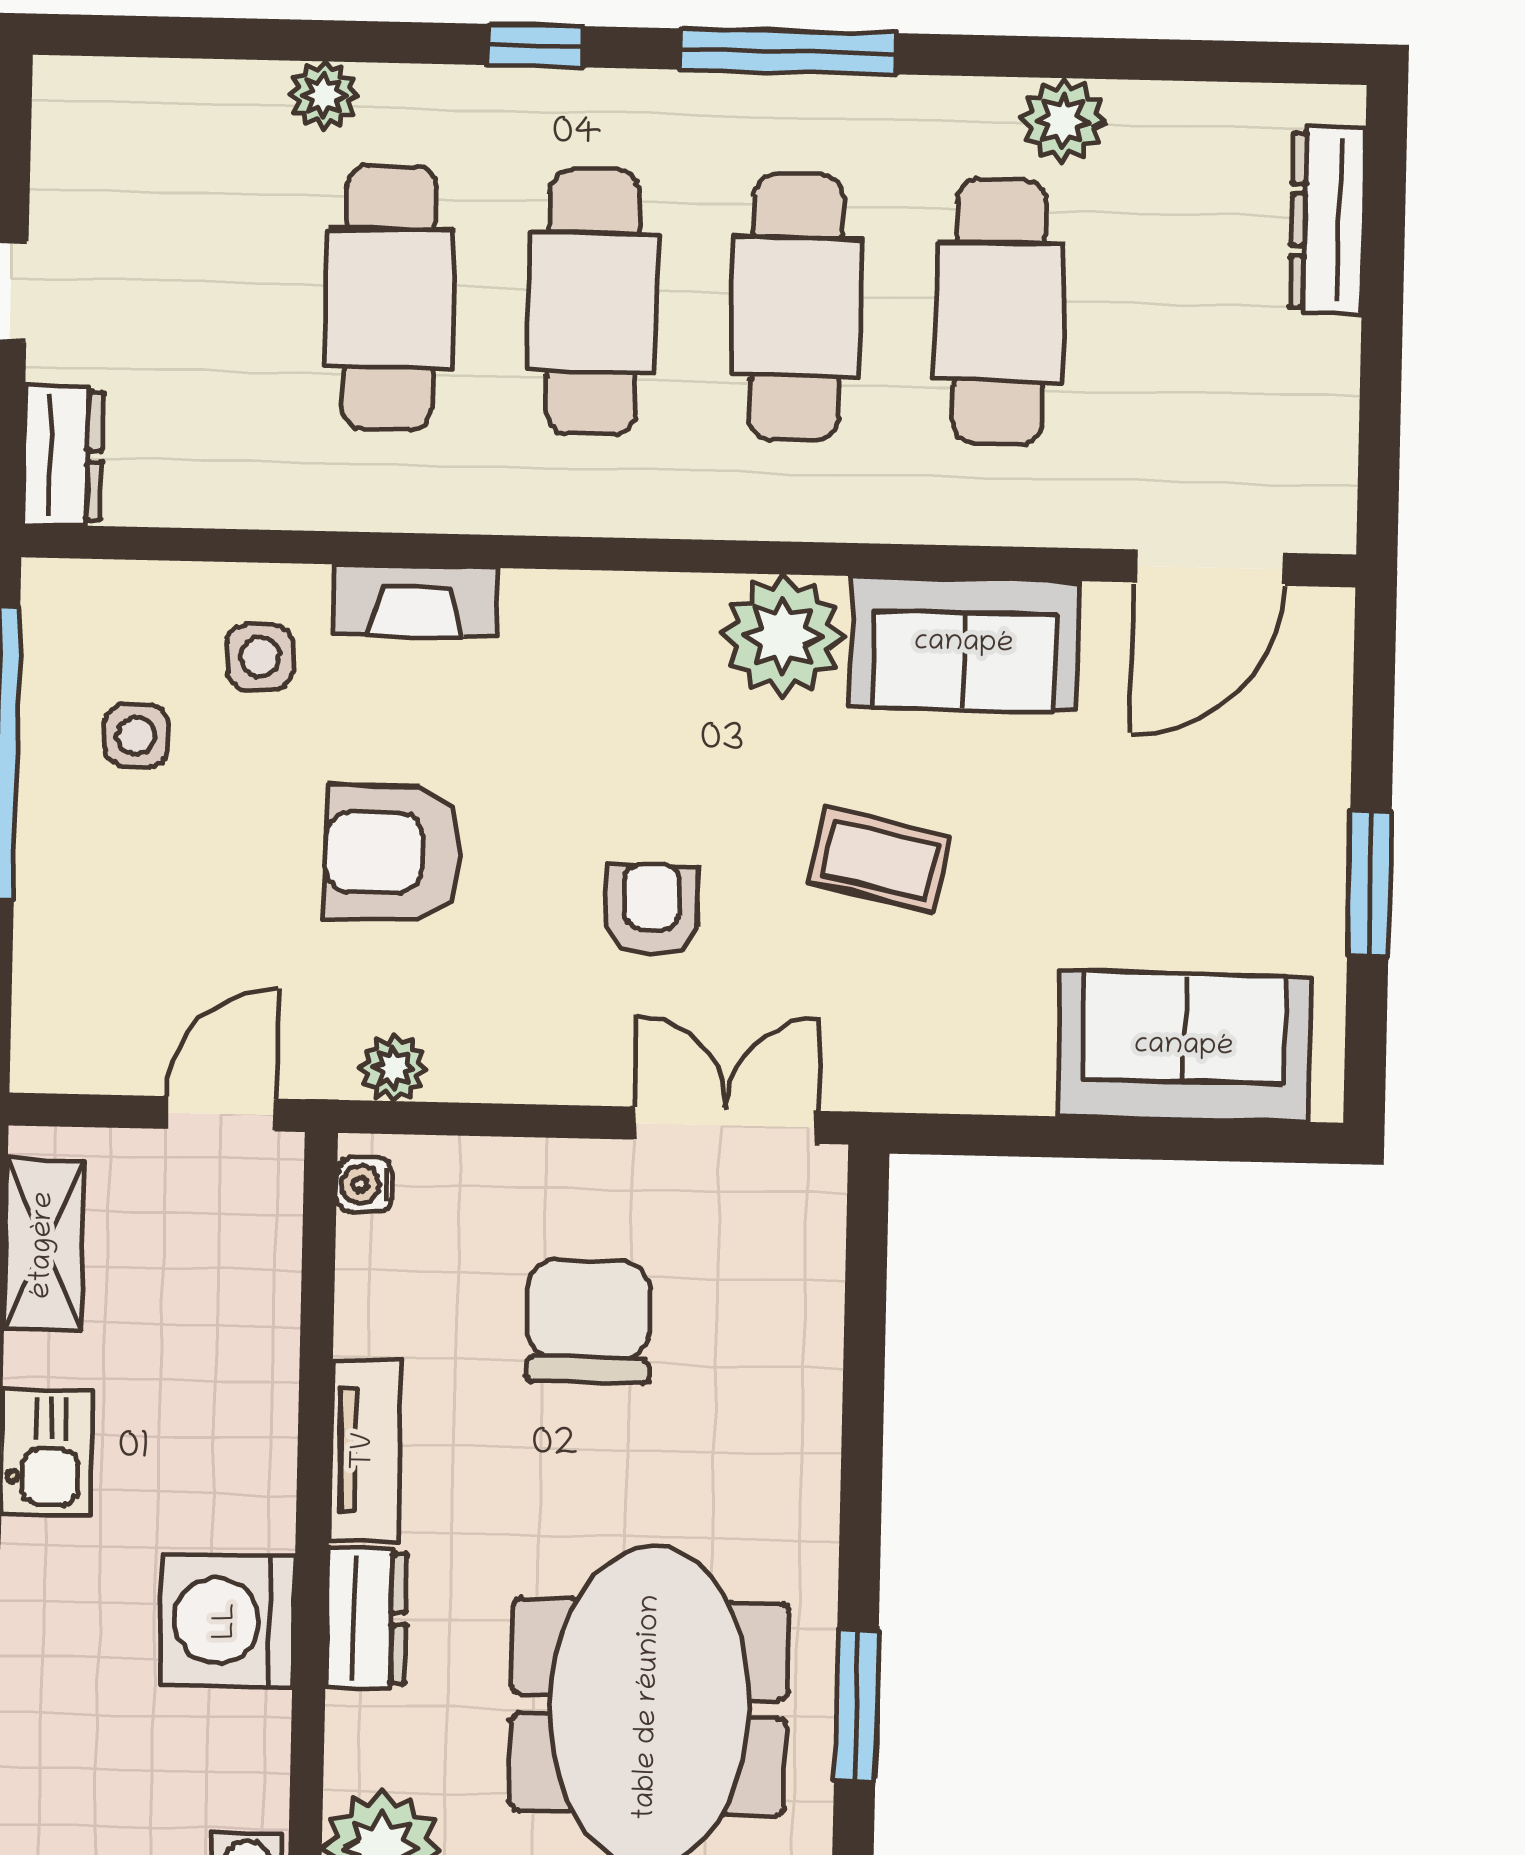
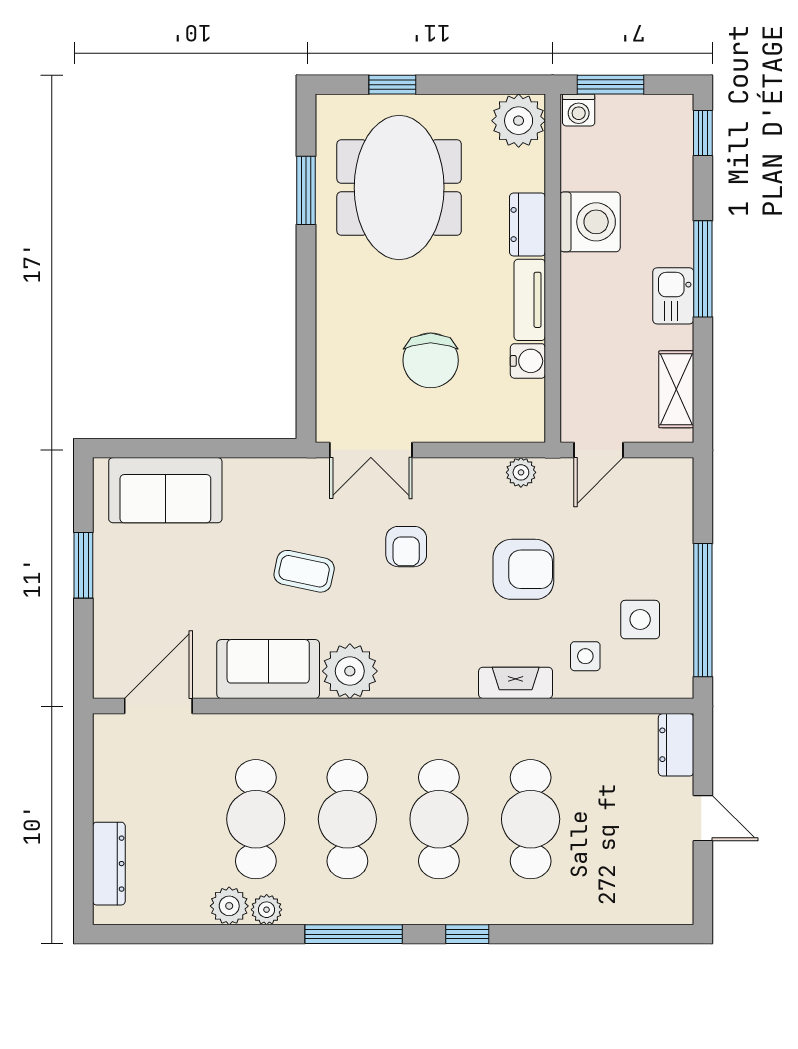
plant: (324, 95) -> (267, 910), moved
side table: (136, 735) -> (640, 620), width x1.37, depth x1.37
water cooler: (365, 1185) -> (528, 361), moved, width x1.38, depth x1.38

